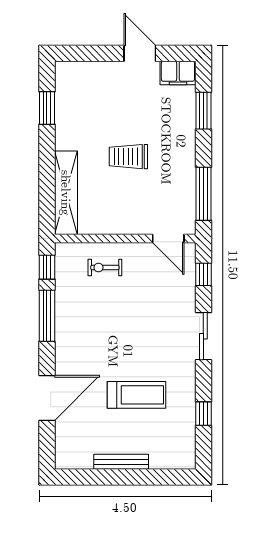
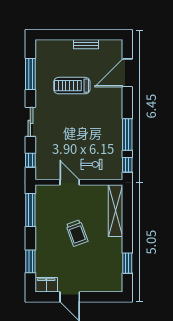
trolley: (128, 157) -> (77, 233), turned 70
door: (168, 238) -> (70, 182), moved
door: (47, 398) -> (127, 73), moved
window: (203, 414) -> (30, 74), width x2.17
bench: (121, 462) -> (86, 44), width x0.73

